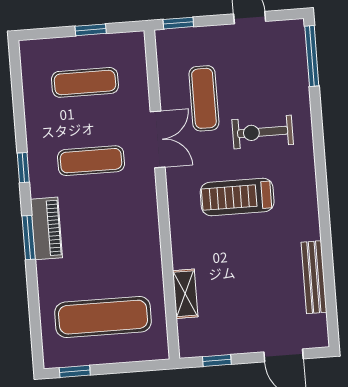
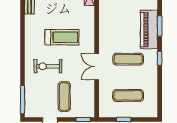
exercise mat: (204, 98) -> (64, 97), moved
exercise bike: (263, 132) -> (48, 66), turned 180
piano: (46, 228) -> (149, 29), width x1.37, depth x1.33

